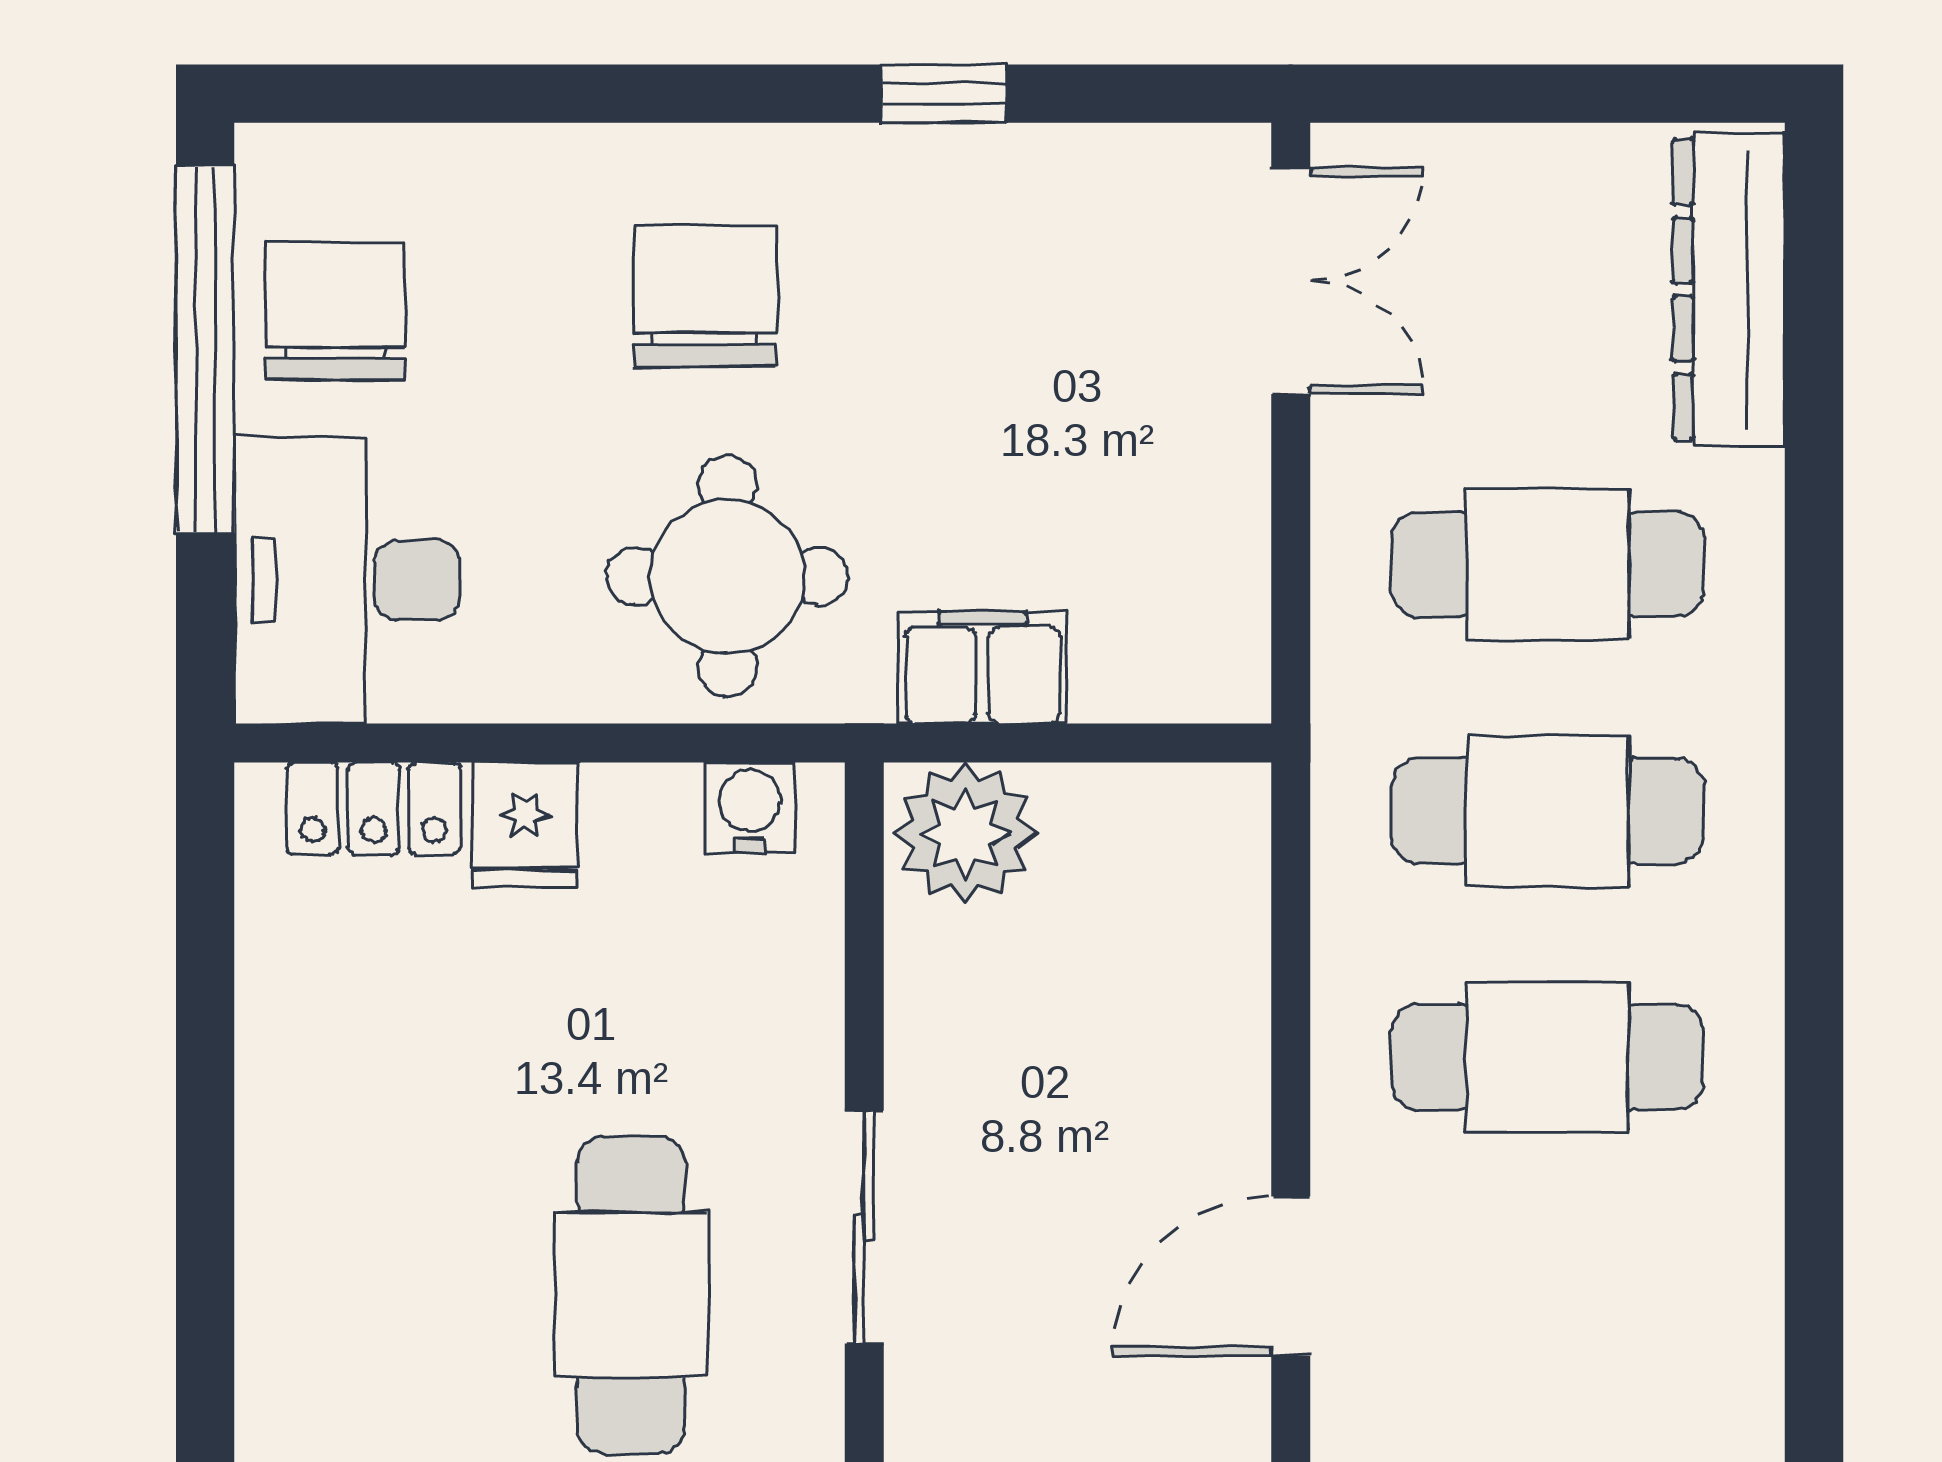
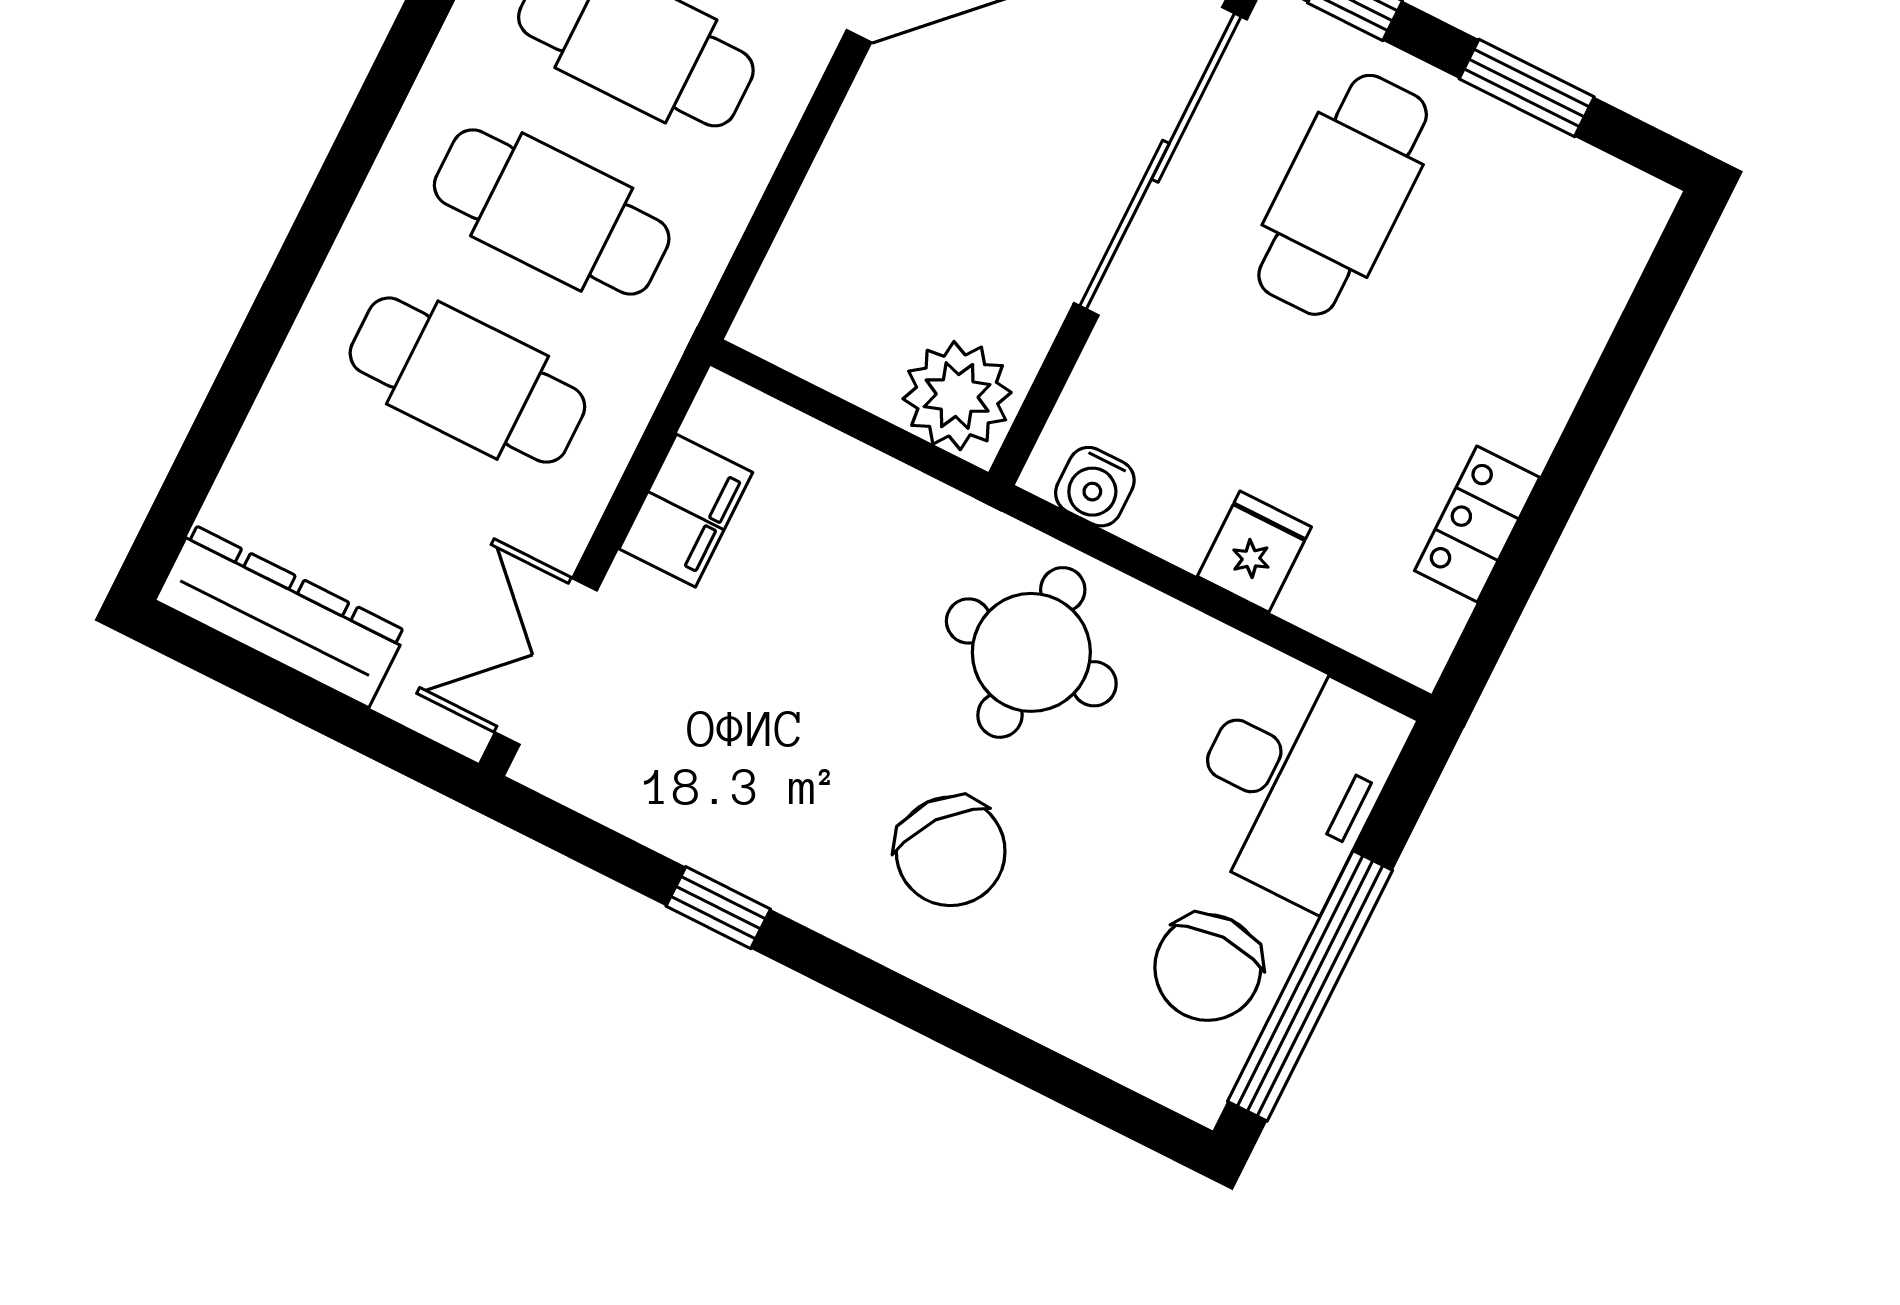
dresser: (1729, 289) -> (281, 616), moved, turned -90
chair: (705, 296) -> (951, 851), turned -52
filing cabinet: (982, 667) -> (686, 511), moved, turned -90
locker: (373, 808) -> (1477, 524), moved, turned -90
sliding door: (864, 1227) -> (1160, 161), width x1.86

